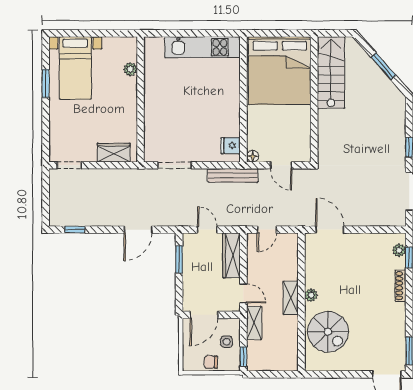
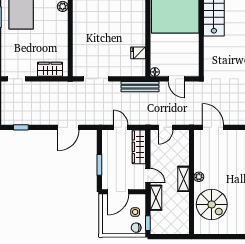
fridge: (231, 146) -> (138, 53), moved
window: (179, 259) -> (99, 165), moved
chair: (211, 362) -> (136, 228), moved

